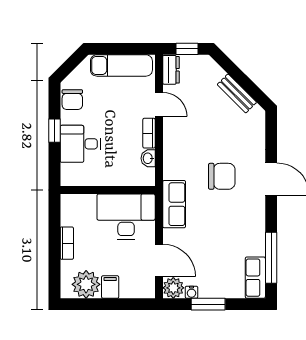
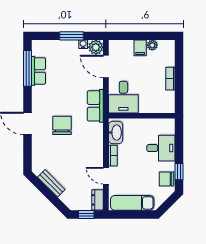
chair: (72, 100) -> (167, 179), turned -90
window: (54, 131) -> (179, 172), moved
washbasin: (148, 158) -> (116, 132), width x1.91, depth x1.45
chair: (222, 176) -> (62, 125), turned 90
desk: (126, 217) -> (123, 97), width x0.73
row of seats: (255, 278) -> (38, 71), moved
plant: (86, 284) -> (152, 45), width x0.53, depth x0.53

